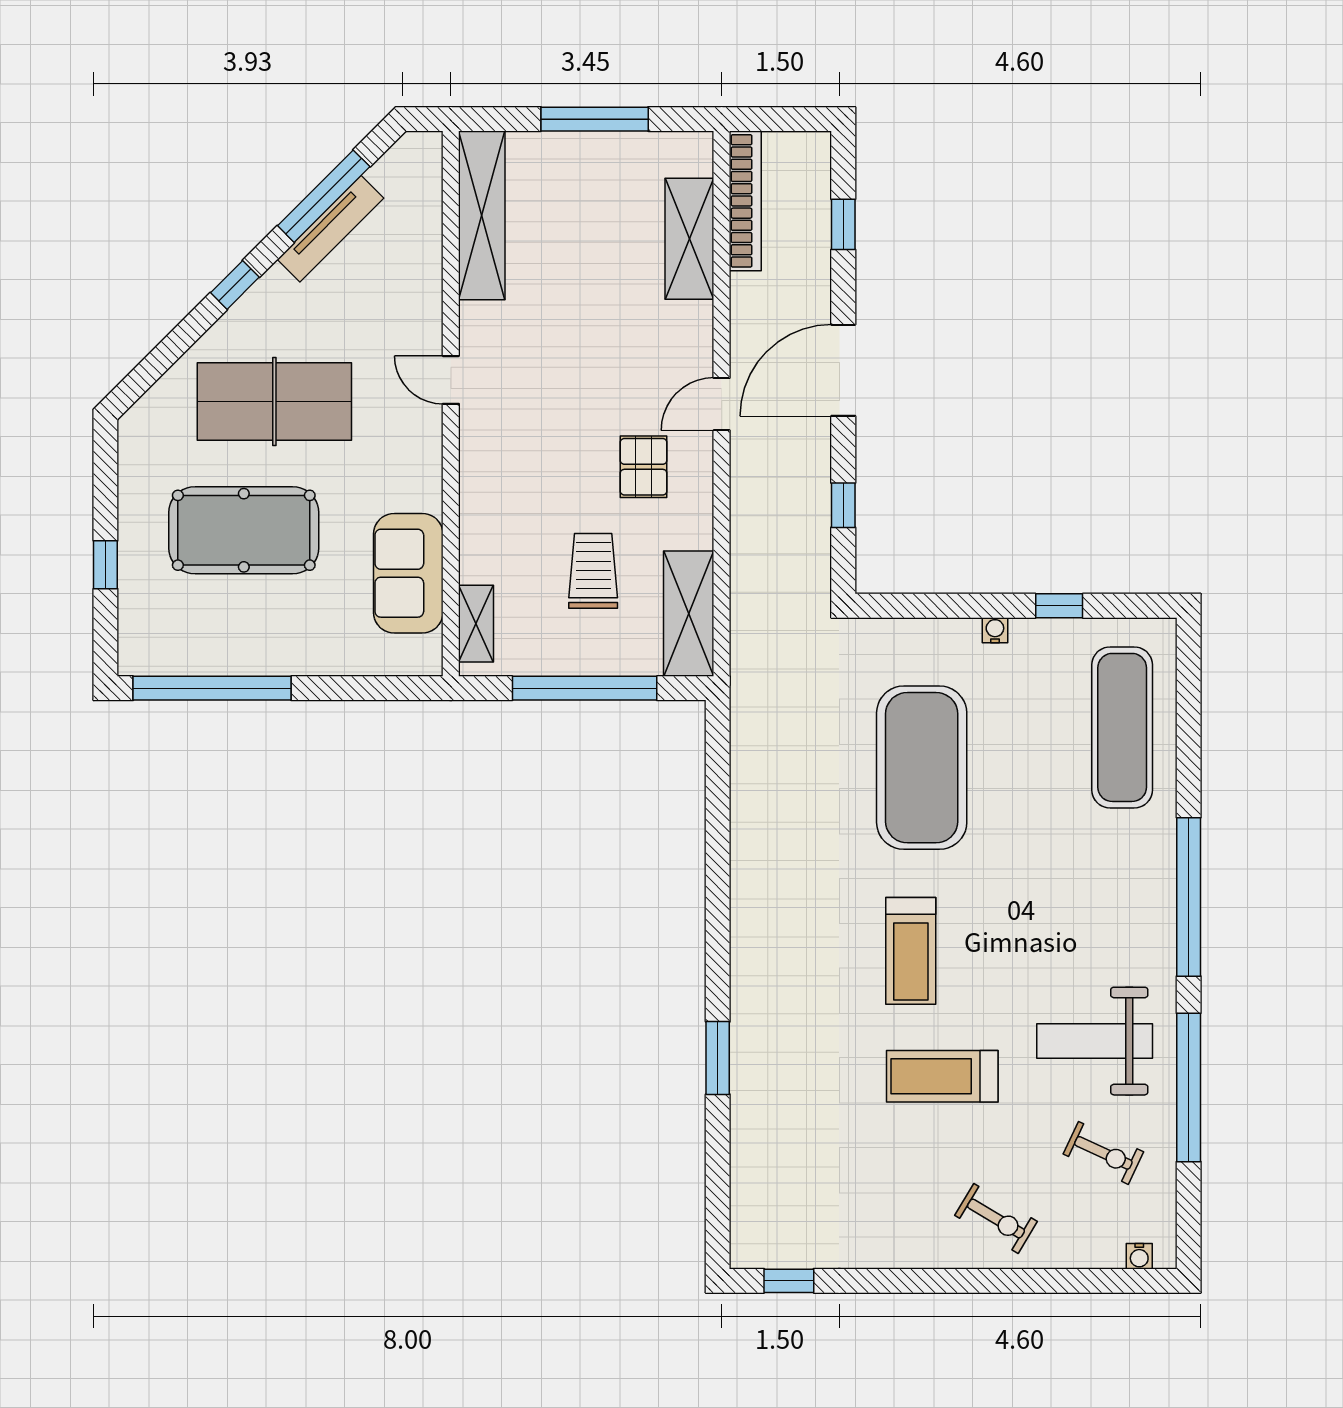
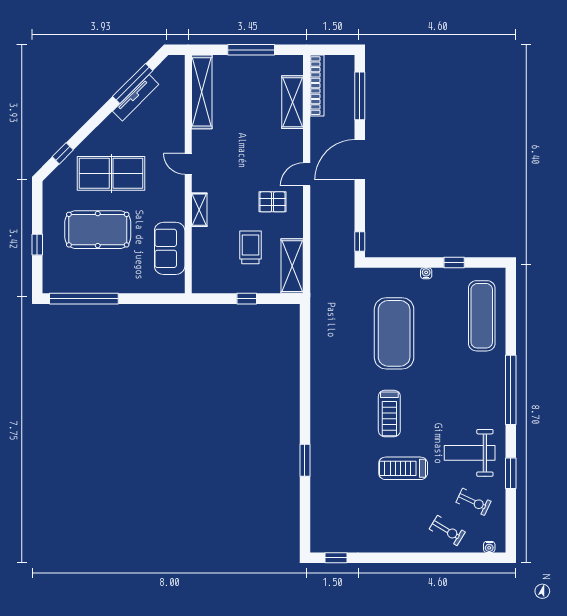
window: (843, 224) -> (360, 96), width x2.17
window: (235, 285) -> (63, 153), moved
pallet: (644, 467) -> (272, 202), turned 90
window: (843, 505) -> (360, 241), moved
shelving: (476, 624) -> (199, 210), moved
window: (585, 688) -> (247, 299), width x0.32
window: (1189, 1087) -> (511, 473), width x0.47
exercise bike: (996, 1218) -> (447, 530), moved

